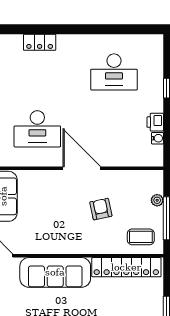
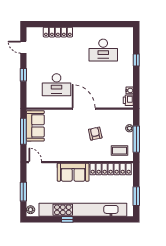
locker: (40, 42) -> (58, 32), width x1.53
printer: (155, 122) -> (128, 100), moved
sofa: (55, 272) -> (73, 172), width x0.73

